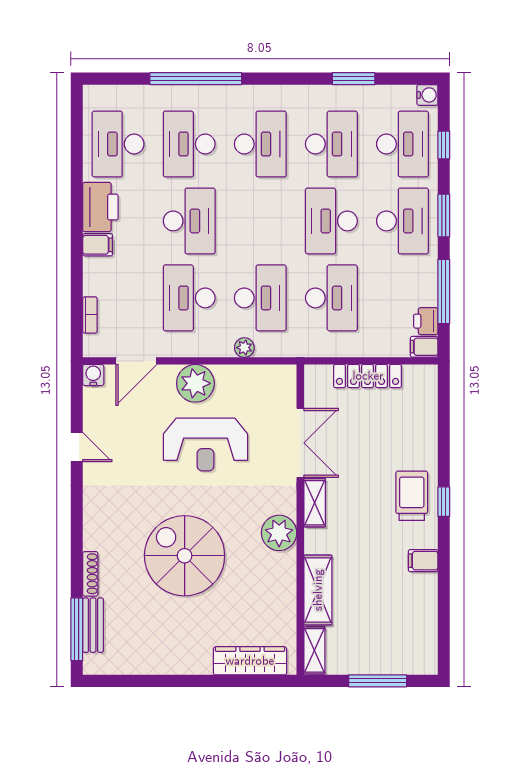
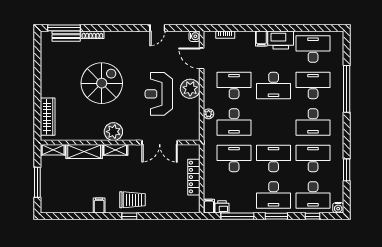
desk: (331, 144) -> (313, 158), turned 180
desk: (331, 298) -> (234, 158), turned 180
shelving: (315, 503) -> (115, 150), moved

